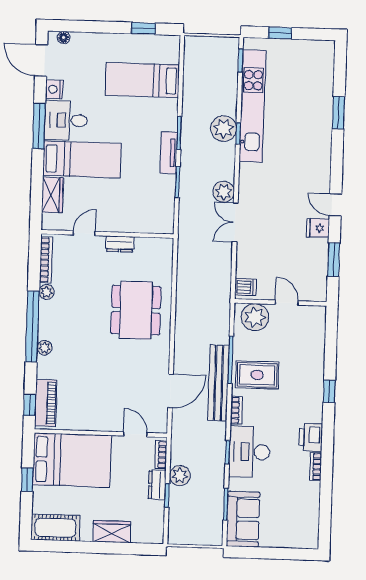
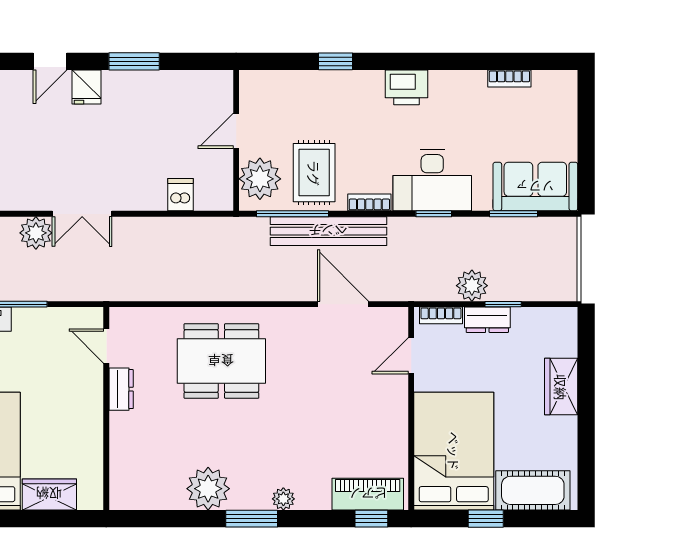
door: (84, 233) -> (106, 346), moved
bookcase: (46, 260) -> (149, 501), removed
plant: (46, 292) -> (208, 489), width x1.88, depth x1.88
wall: (280, 302) -> (236, 140), moved
door: (287, 303) -> (236, 131), moved
plant: (255, 317) -> (260, 179), moved
window: (32, 327) -> (252, 519), width x0.47
bookcase: (316, 467) -> (509, 78), moved
cot: (55, 528) -> (533, 490), moved, turned 90

